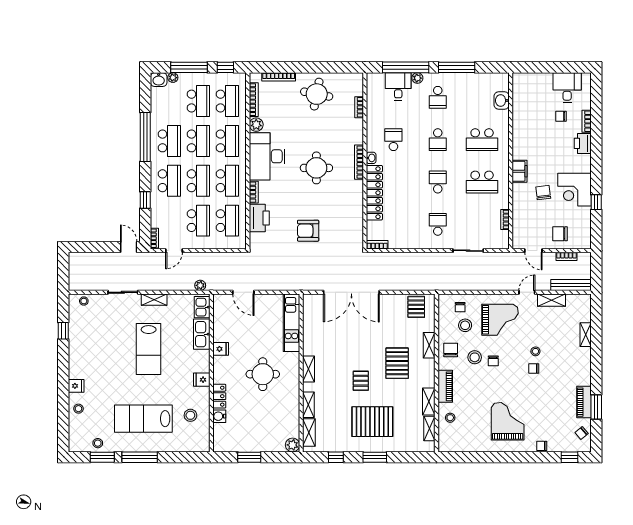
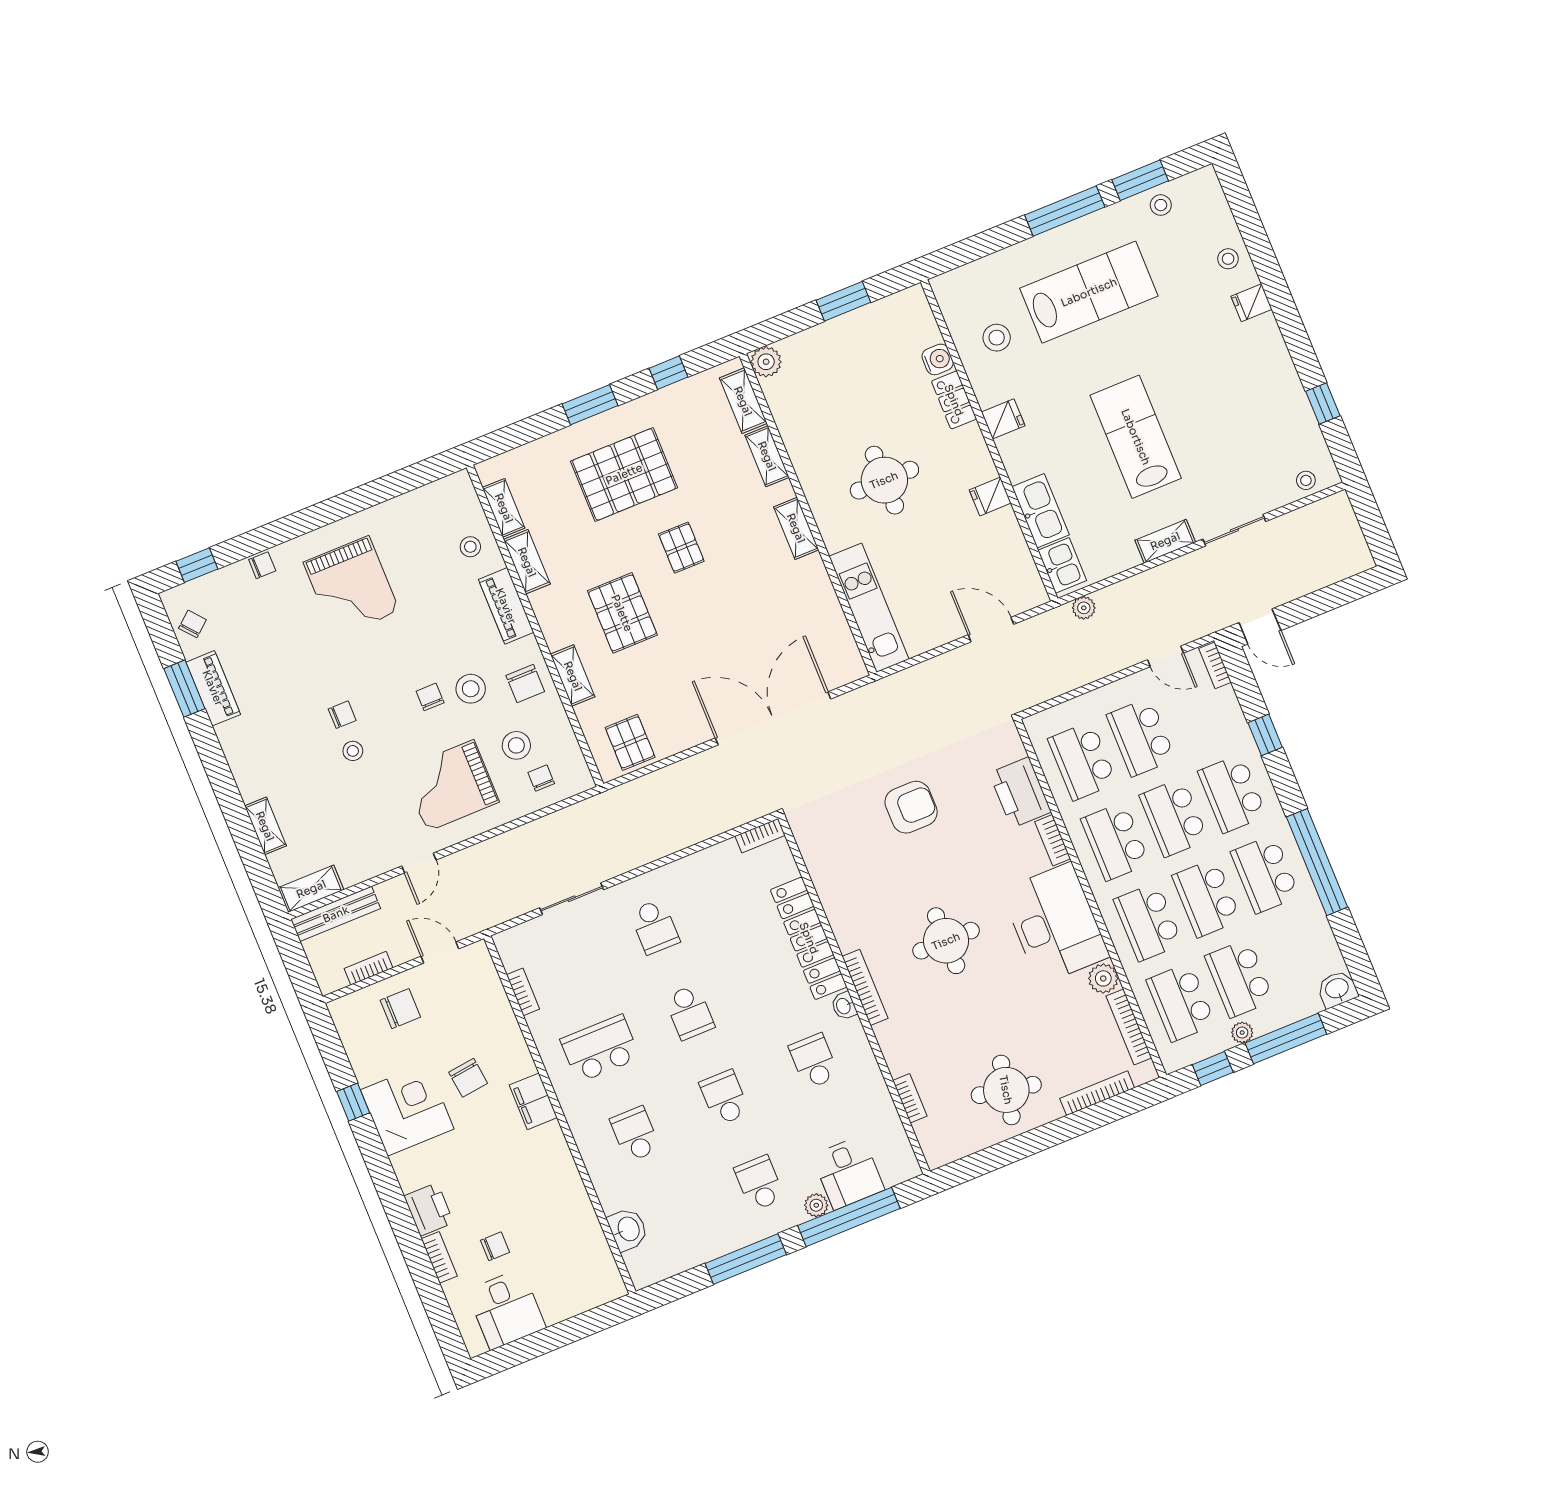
plant: (173, 78) -> (1242, 1033), moved
school desk: (393, 140) -> (814, 1061), turned 180
school desk: (482, 140) -> (635, 1134), width x0.54
door: (174, 251) -> (1165, 656), swing flipped
shelving: (552, 300) -> (311, 889), moved

